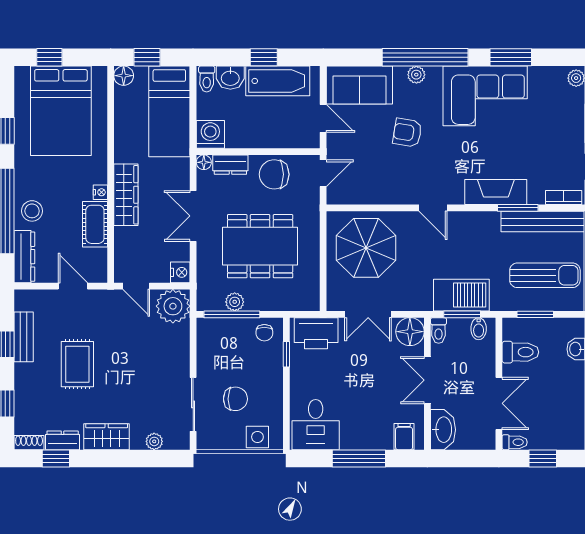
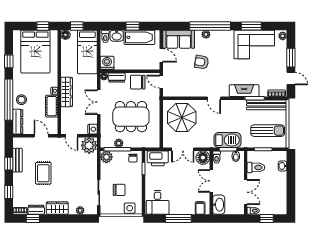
window: (49, 57) -> (43, 26), moved
corner sofa: (485, 96) -> (254, 44), moved
door: (323, 173) -> (161, 82), swing flipped
plant: (209, 330) -> (106, 157), added

